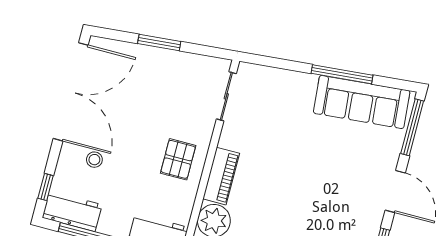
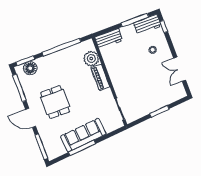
double door: (71, 92) -> (180, 69), width x0.54
sofa: (362, 102) -> (83, 135), moved
pallet: (178, 159) -> (121, 72), removed
dining table: (332, 189) -> (55, 102), added

